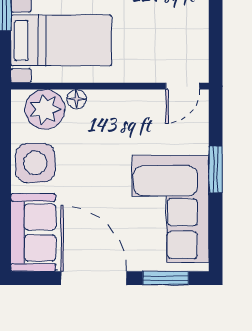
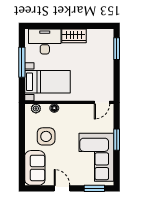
plant: (45, 109) -> (36, 109), width x0.53, depth x0.53
side table: (35, 163) -> (46, 136), moved
door: (94, 278) -> (62, 188), width x0.53

